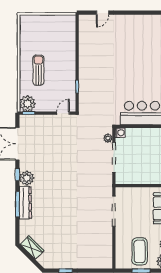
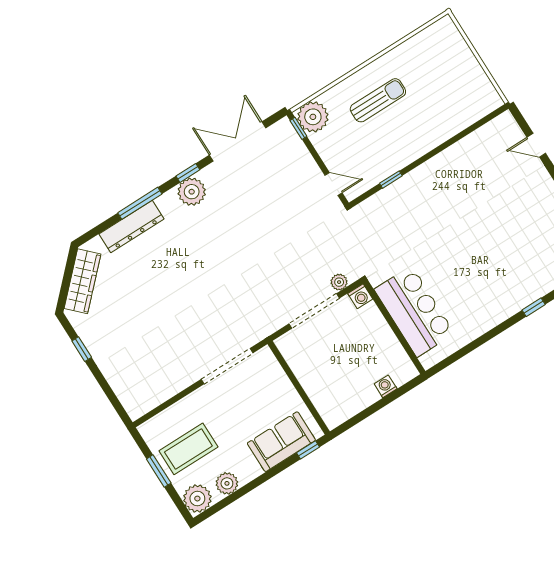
dresser: (25, 203) -> (131, 227), moved
wardrobe: (32, 248) -> (83, 281), width x1.50

